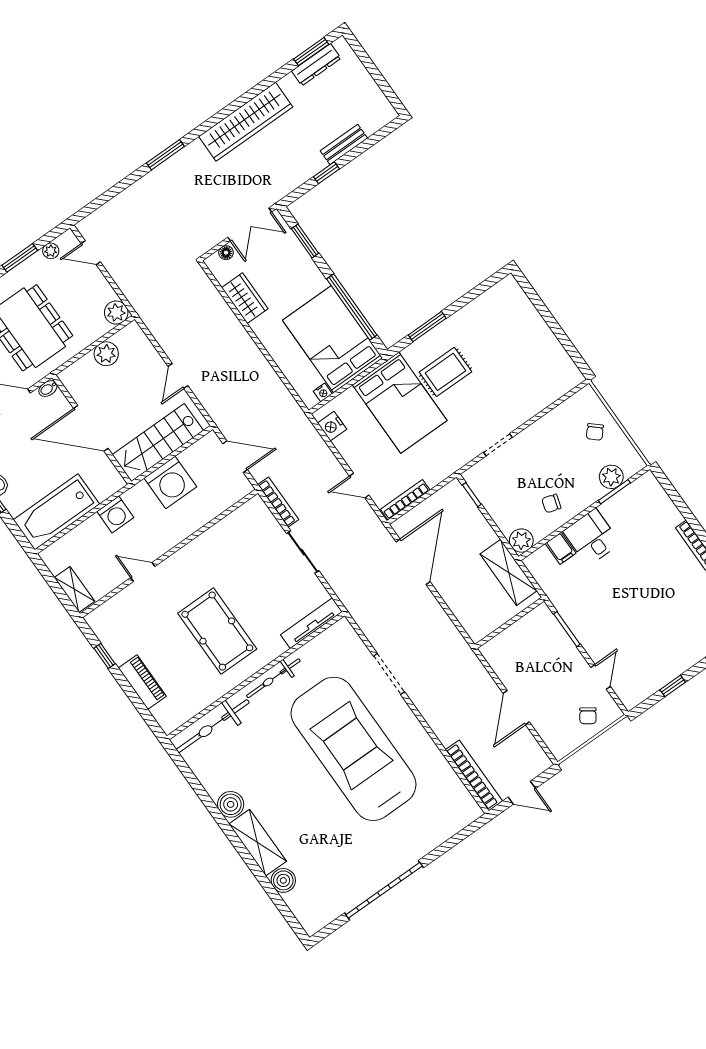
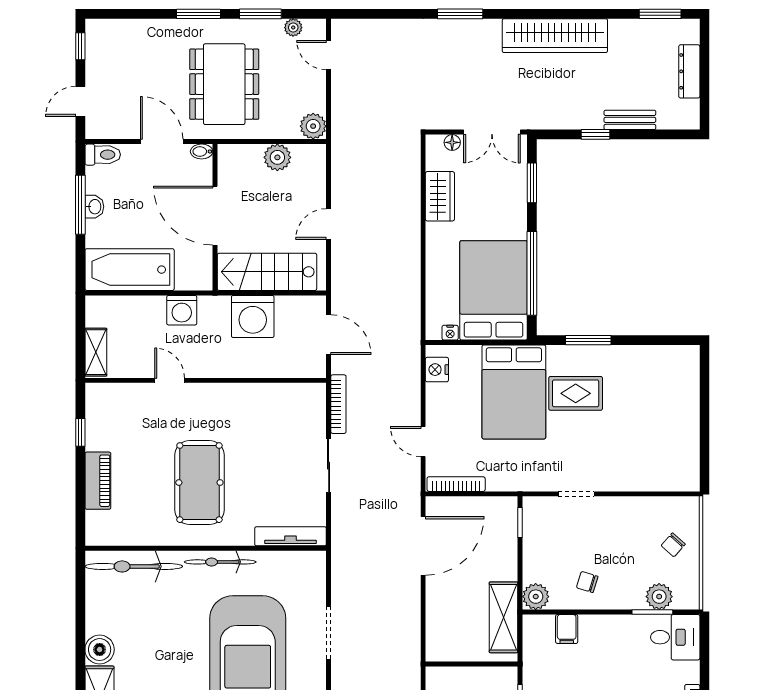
dresser: (316, 65) -> (689, 71), moved, turned 90
desk: (592, 537) -> (675, 637), moved, turned 90

